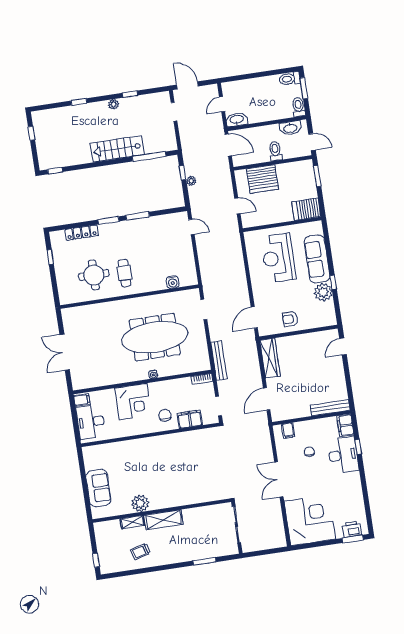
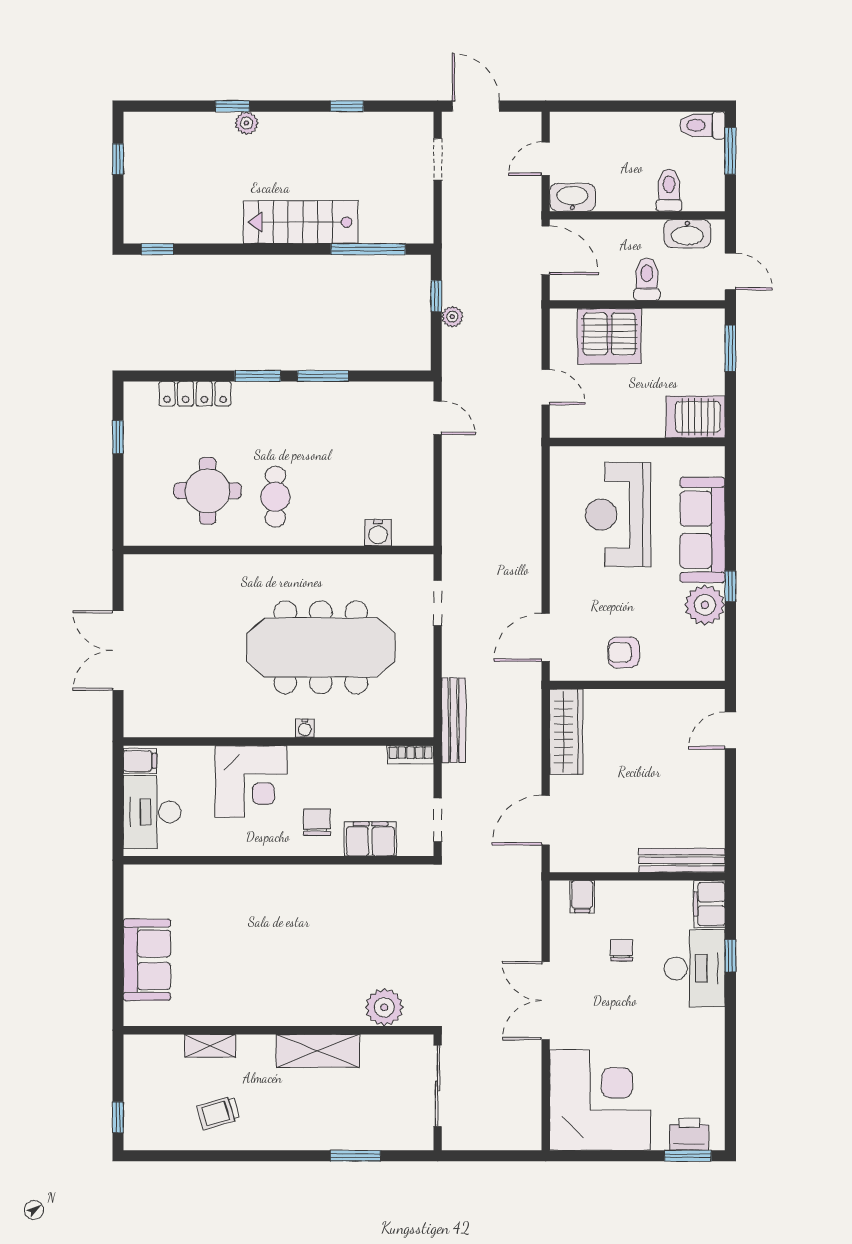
plant: (113, 104) -> (246, 123), moved
toilet: (298, 107) -> (669, 190), moved
plant: (140, 503) -> (384, 1007), moved
shelving: (164, 520) -> (318, 1051), moved

